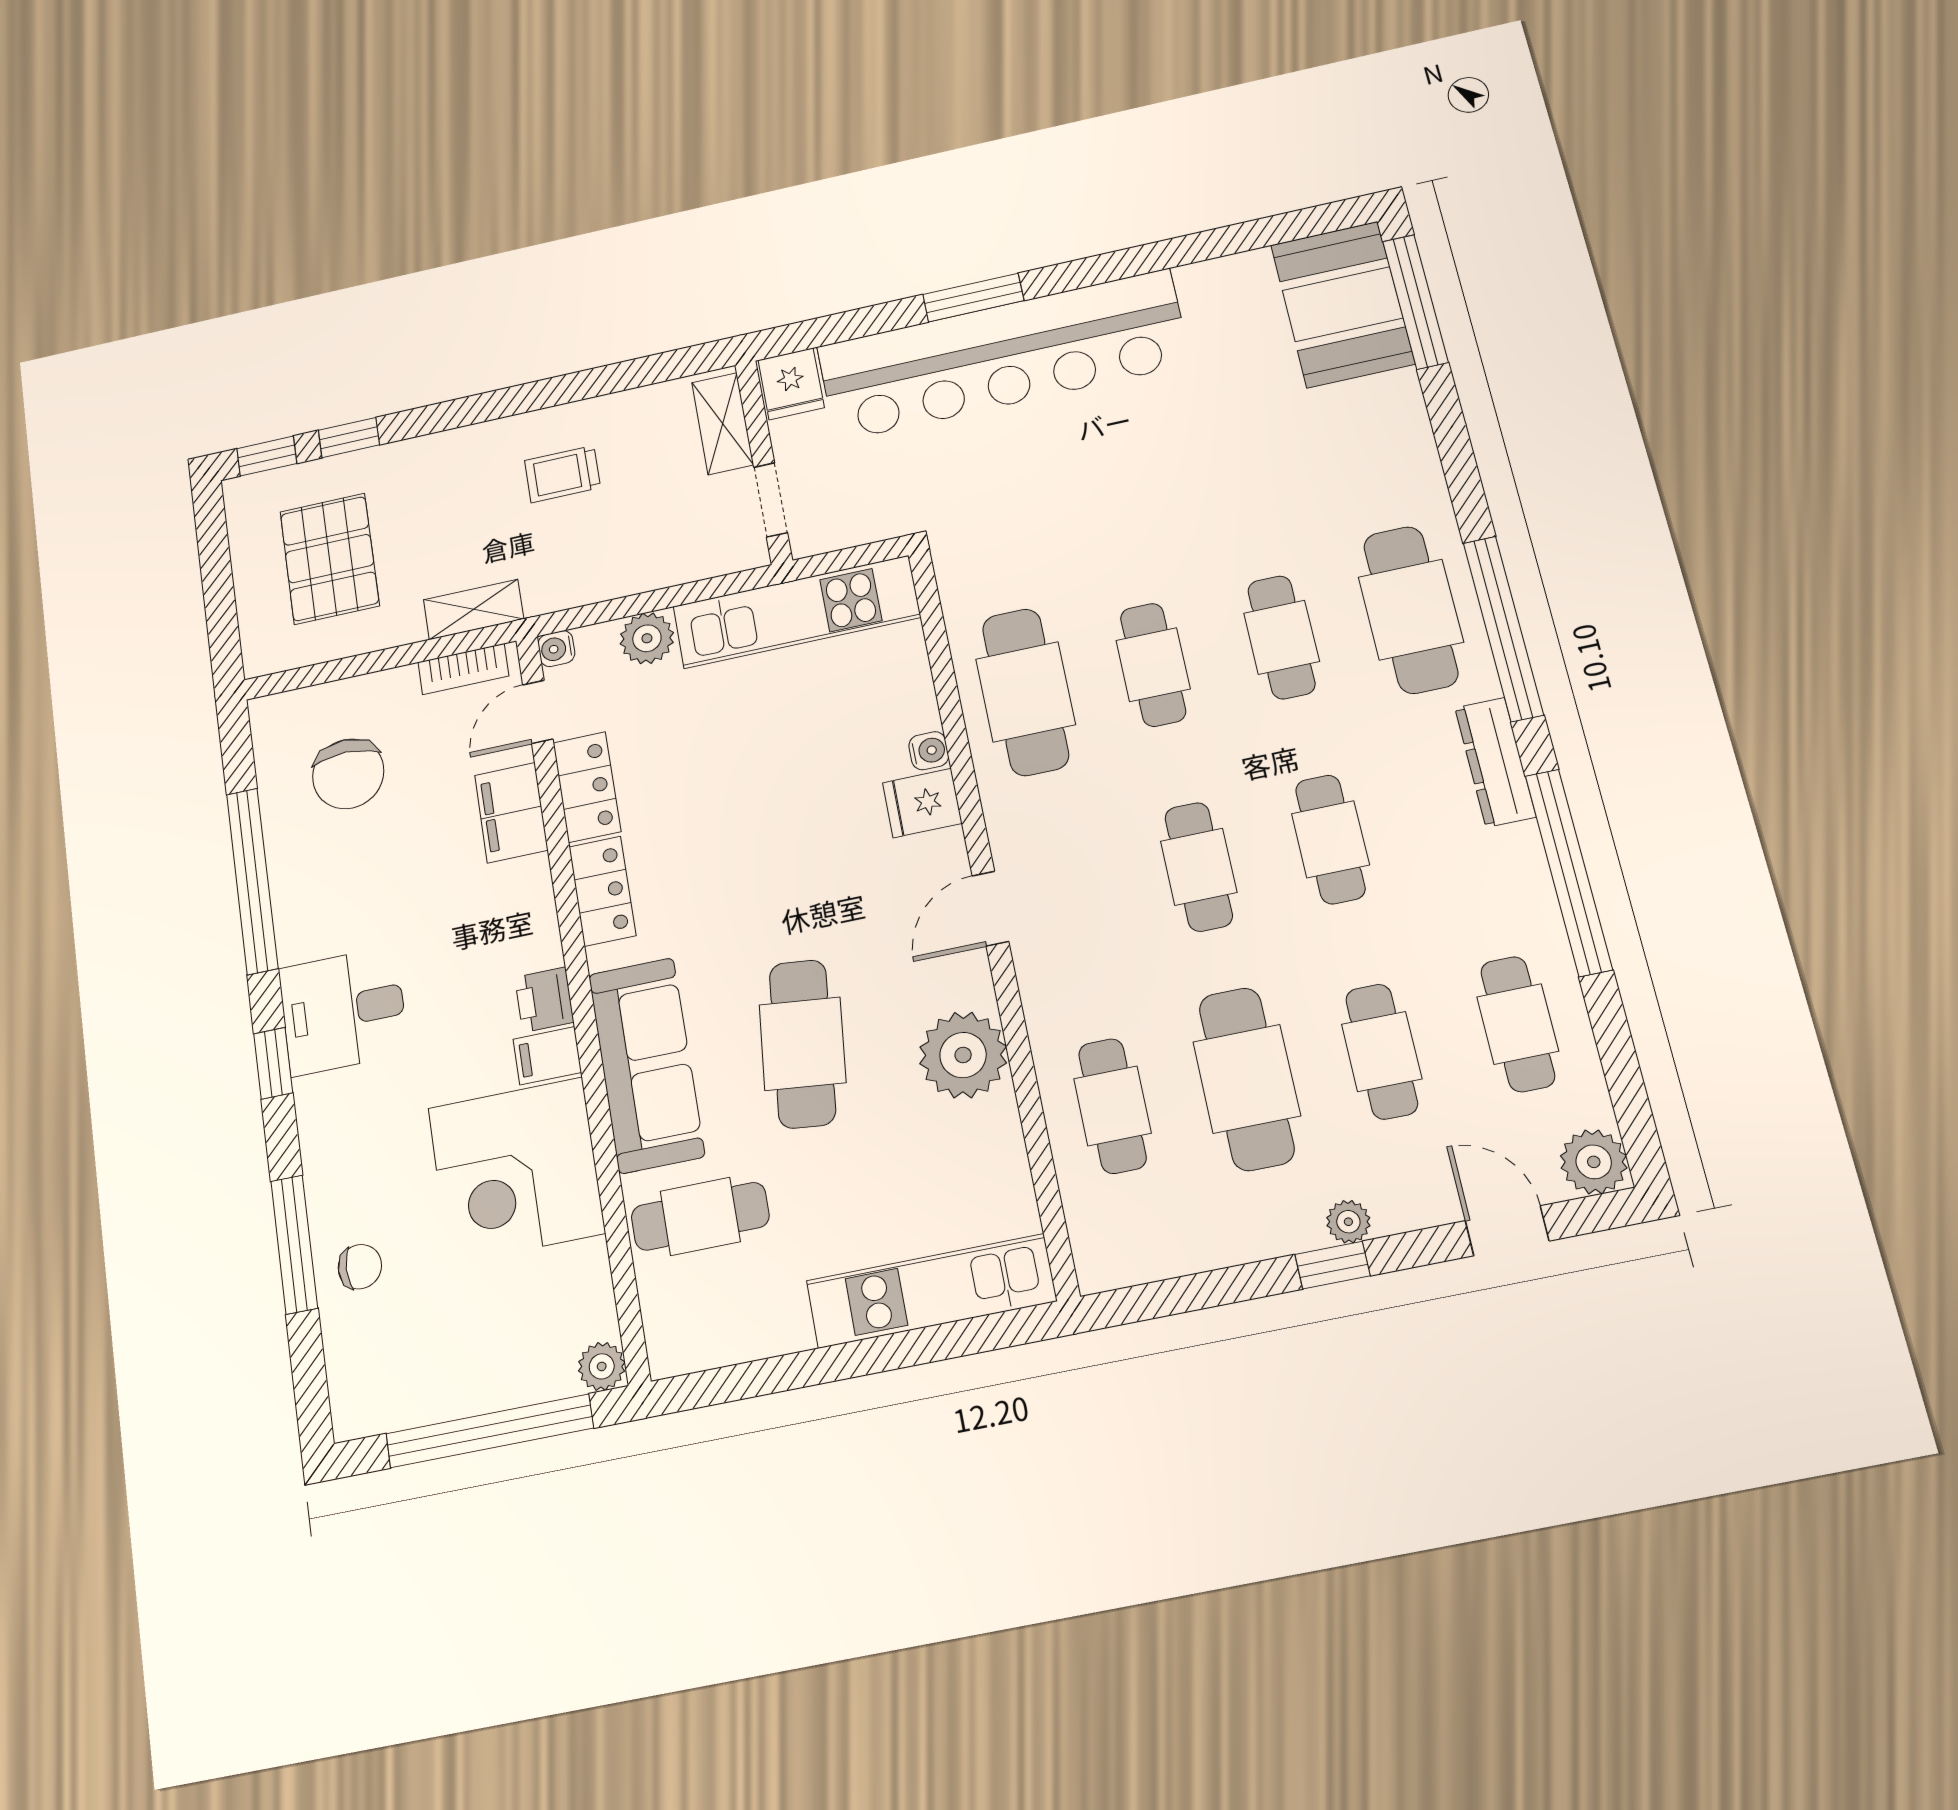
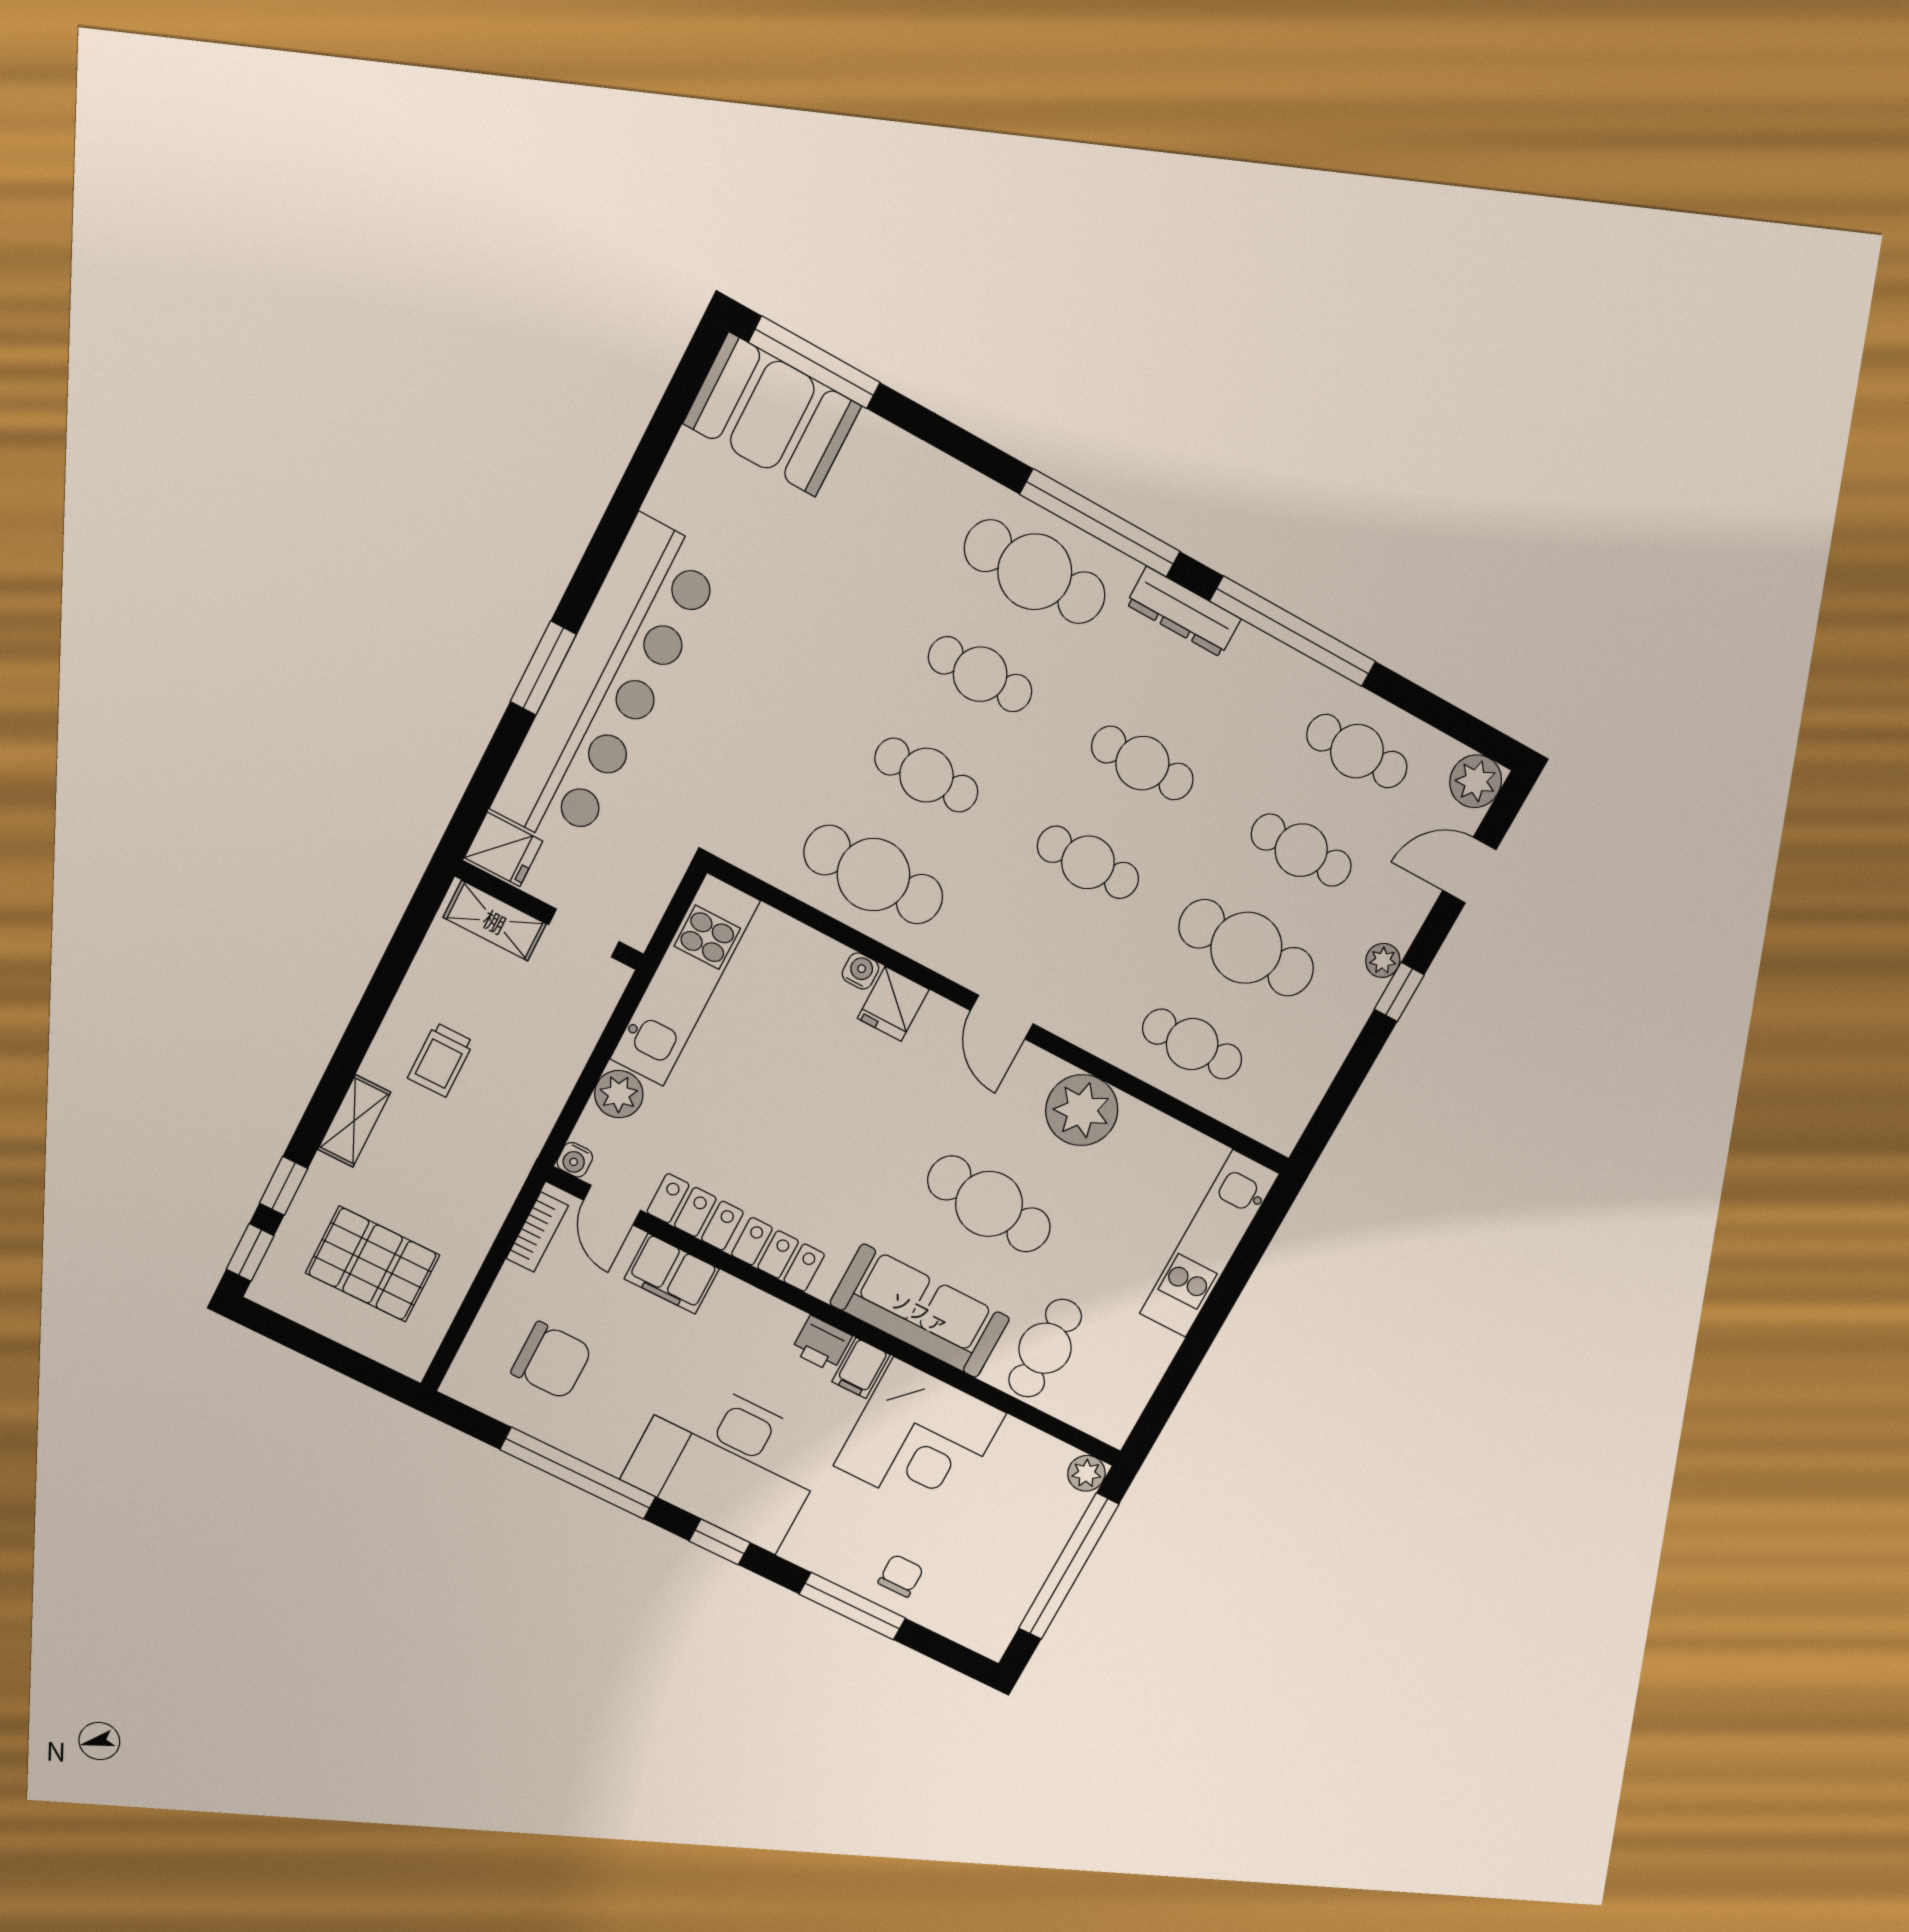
shelving: (474, 609) -> (354, 1121), moved
desk: (343, 1011) -> (728, 1462), width x1.87, depth x1.30

